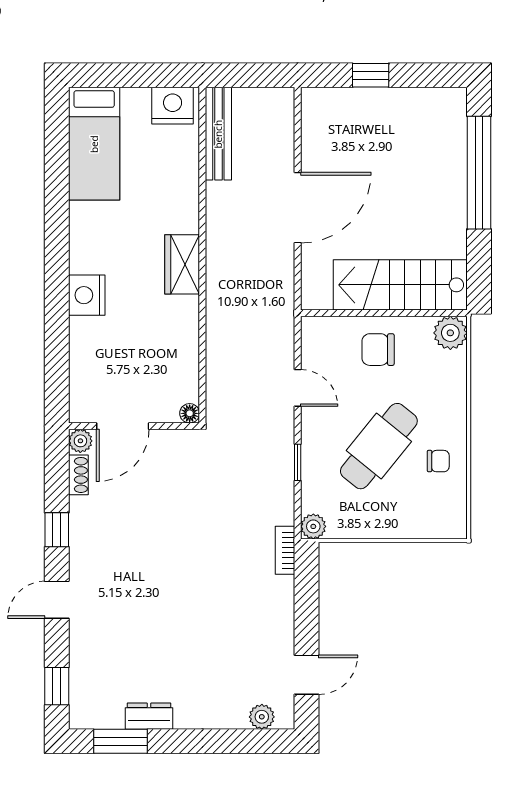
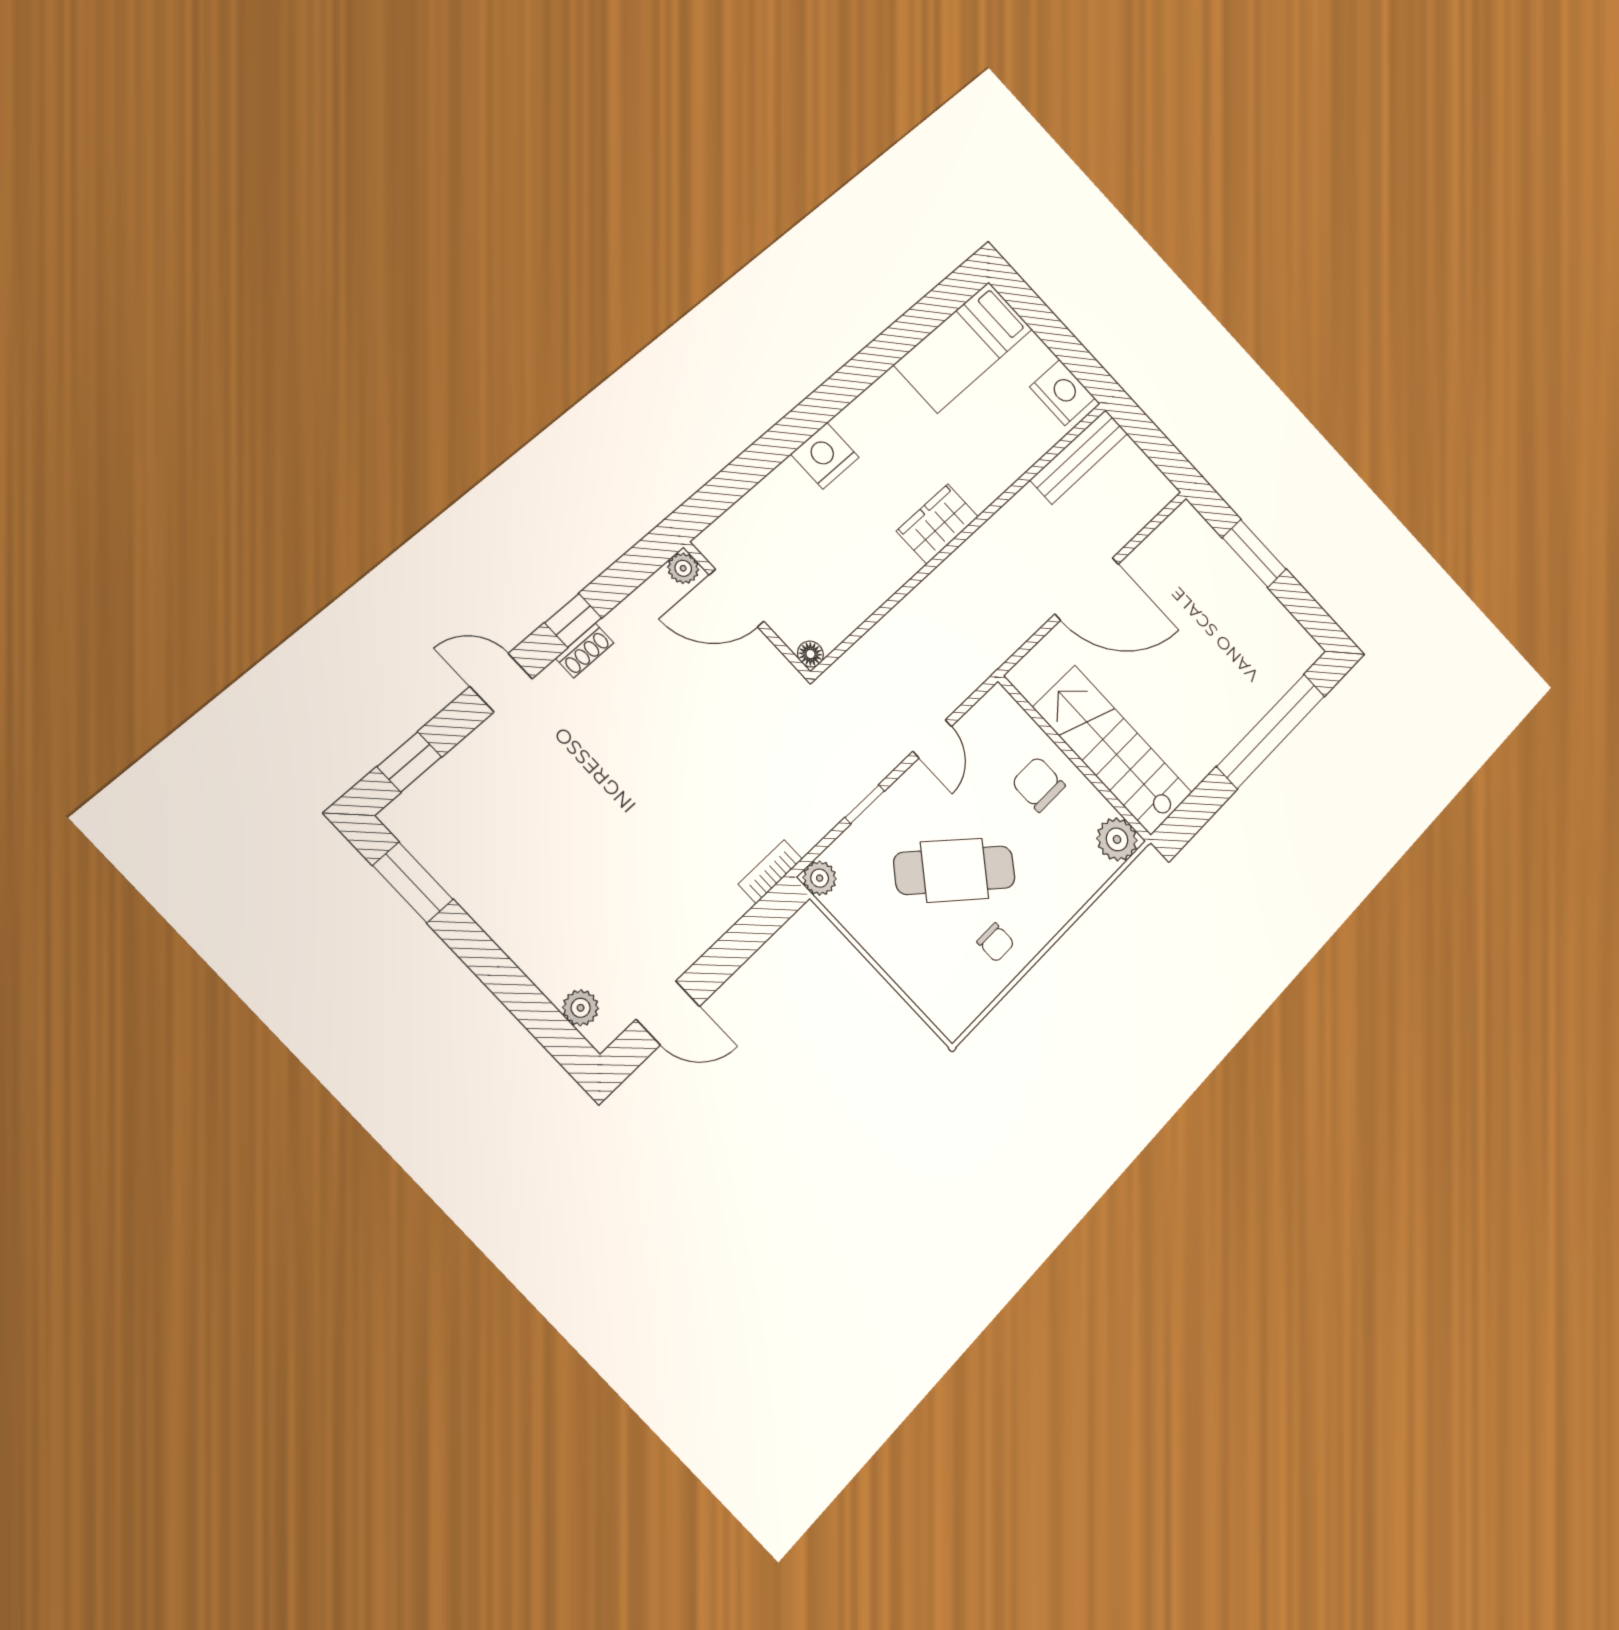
window: (371, 75) -> (1254, 553), width x1.50
shoe rack: (78, 475) -> (585, 651), moved
dresser: (149, 716) -> (469, 888), removed

